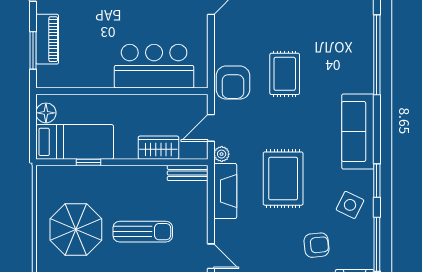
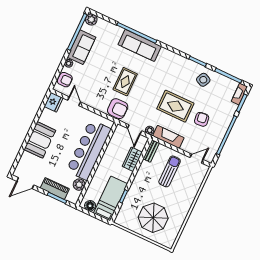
bar counter: (154, 66) -> (89, 150), width x1.36
rug: (285, 74) -> (125, 82), turned 90
plant: (73, 77) -> (79, 185), added
sofa: (358, 132) -> (140, 45), moved
sun lounger: (143, 232) -> (170, 171), moved
armchair: (316, 245) -> (202, 119), moved

